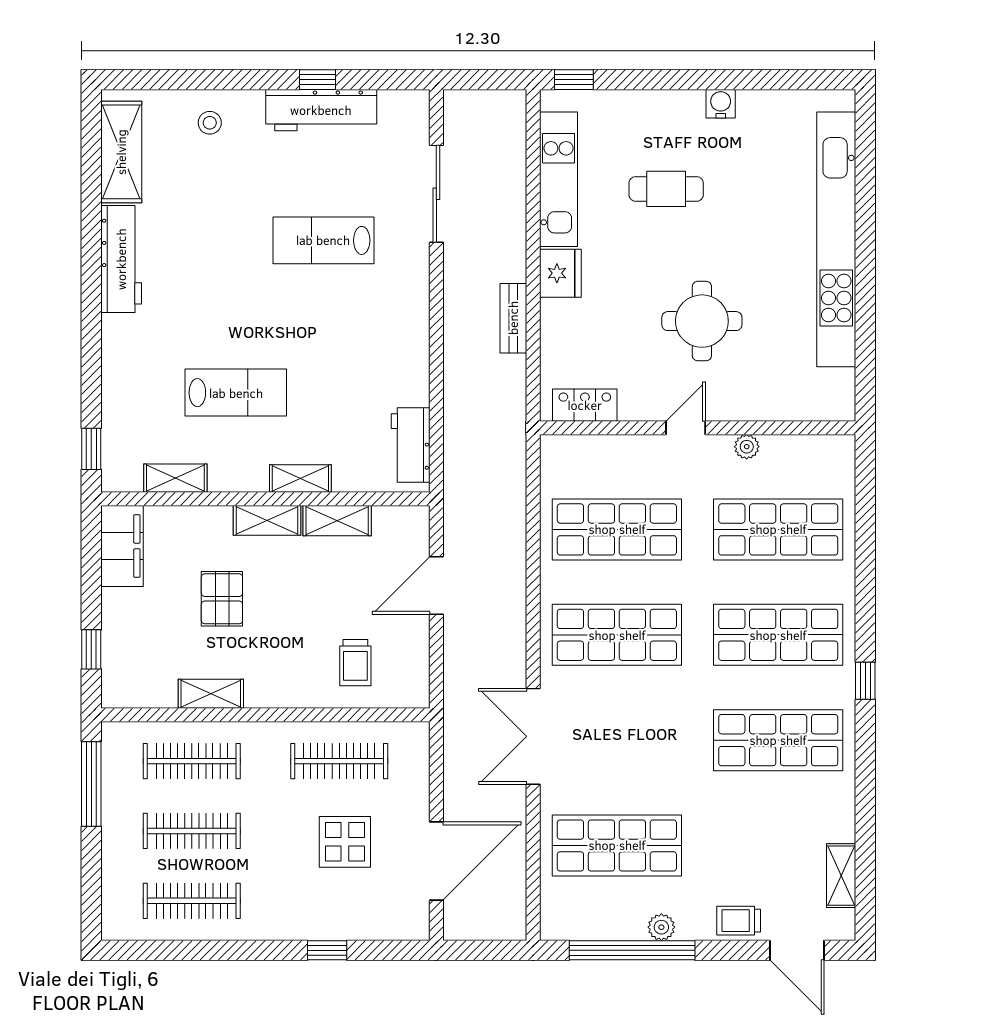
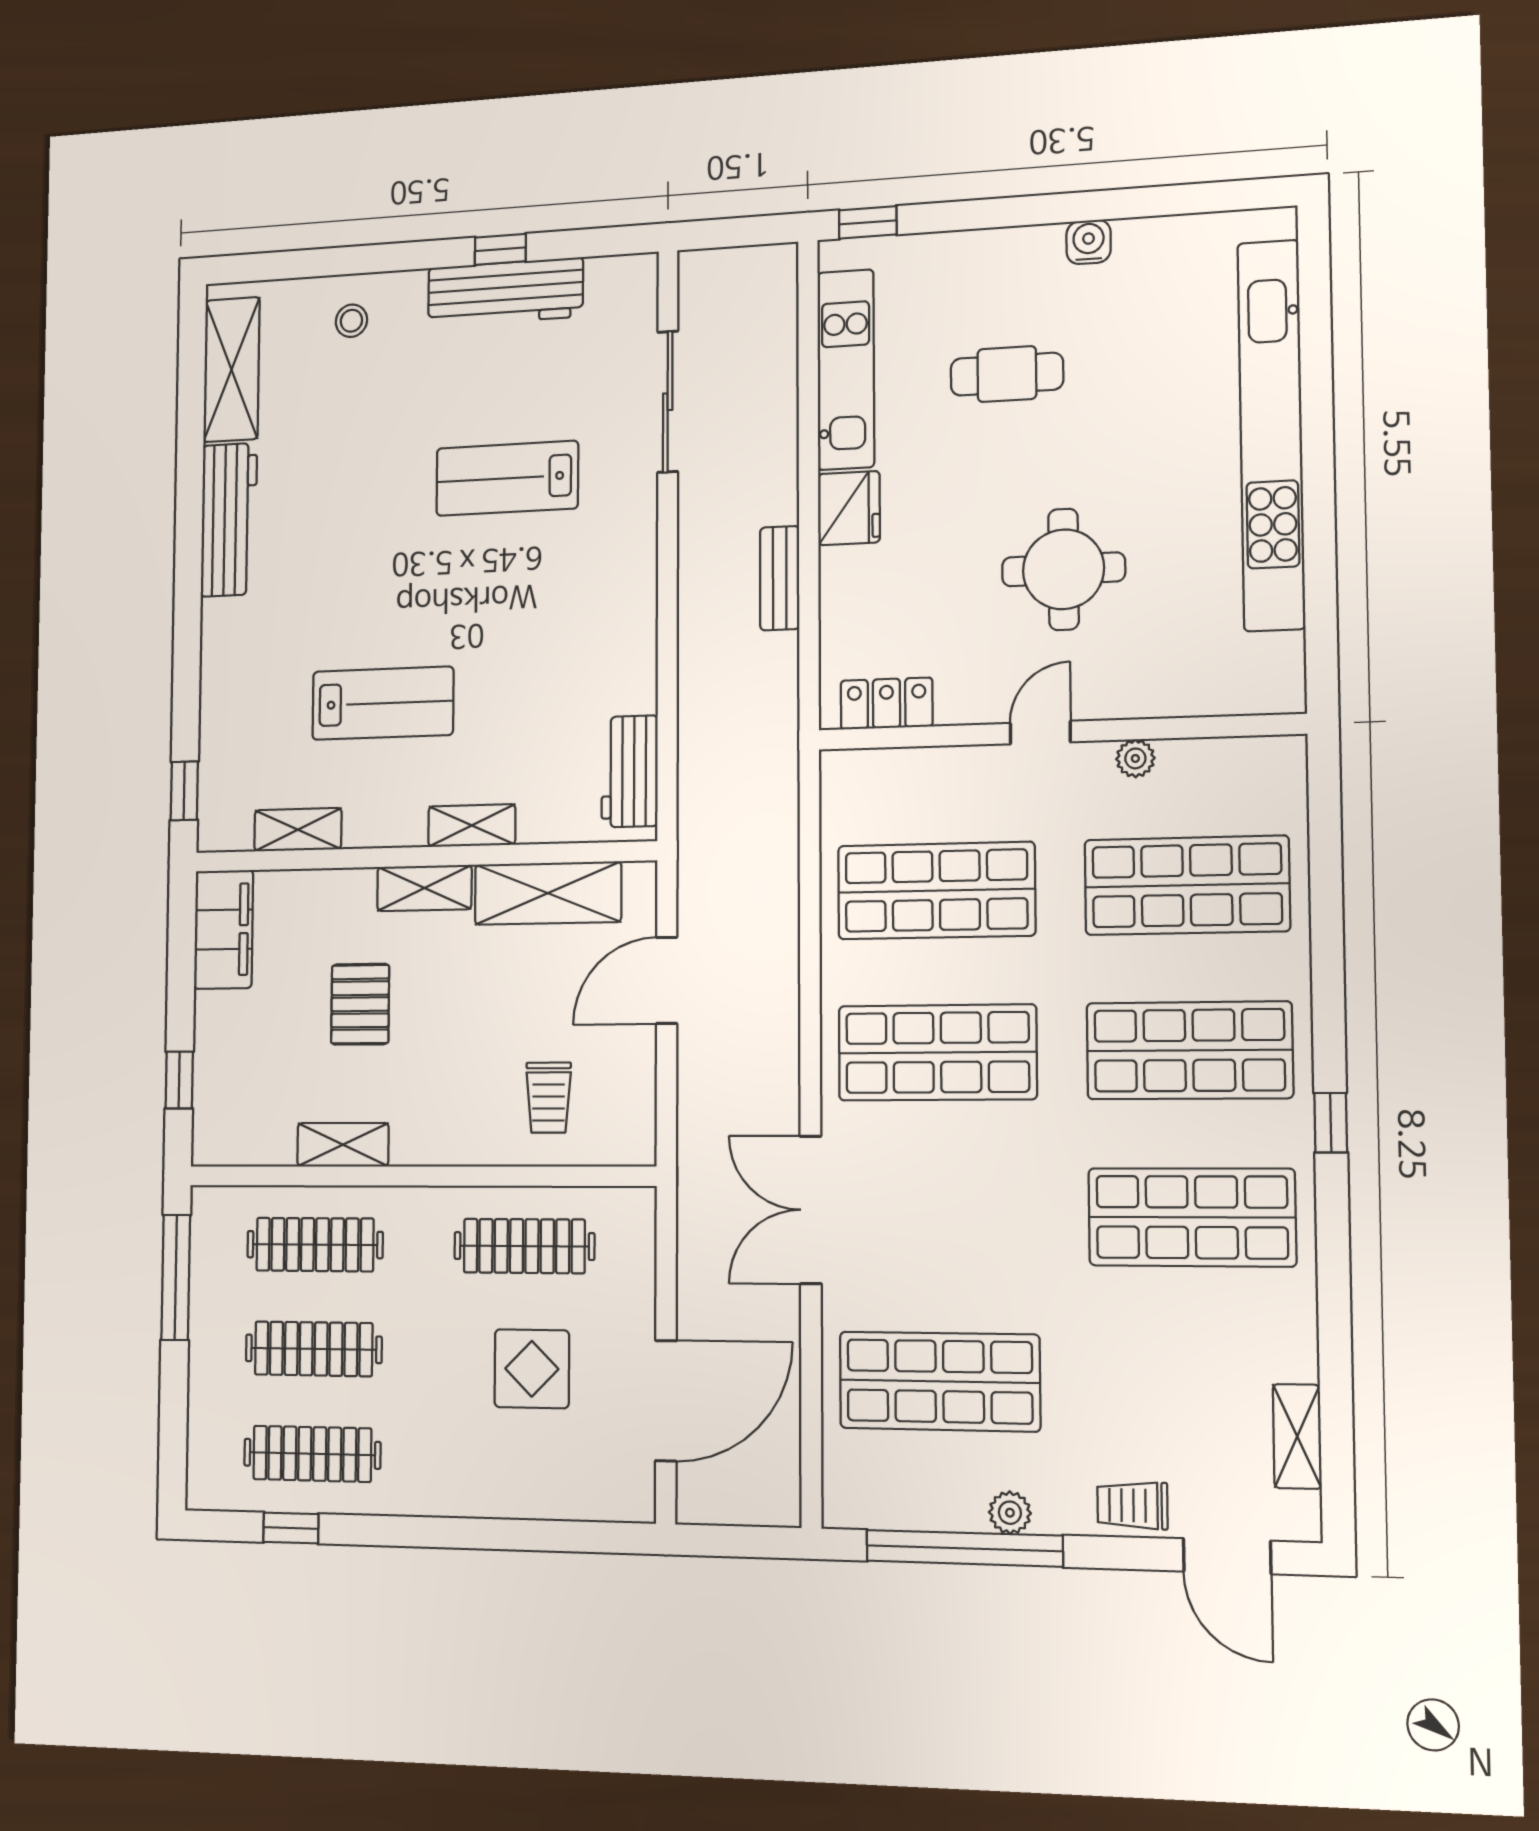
shelving: (337, 521) -> (548, 893), width x1.50, depth x1.33
window: (327, 950) -> (291, 1528), moved

